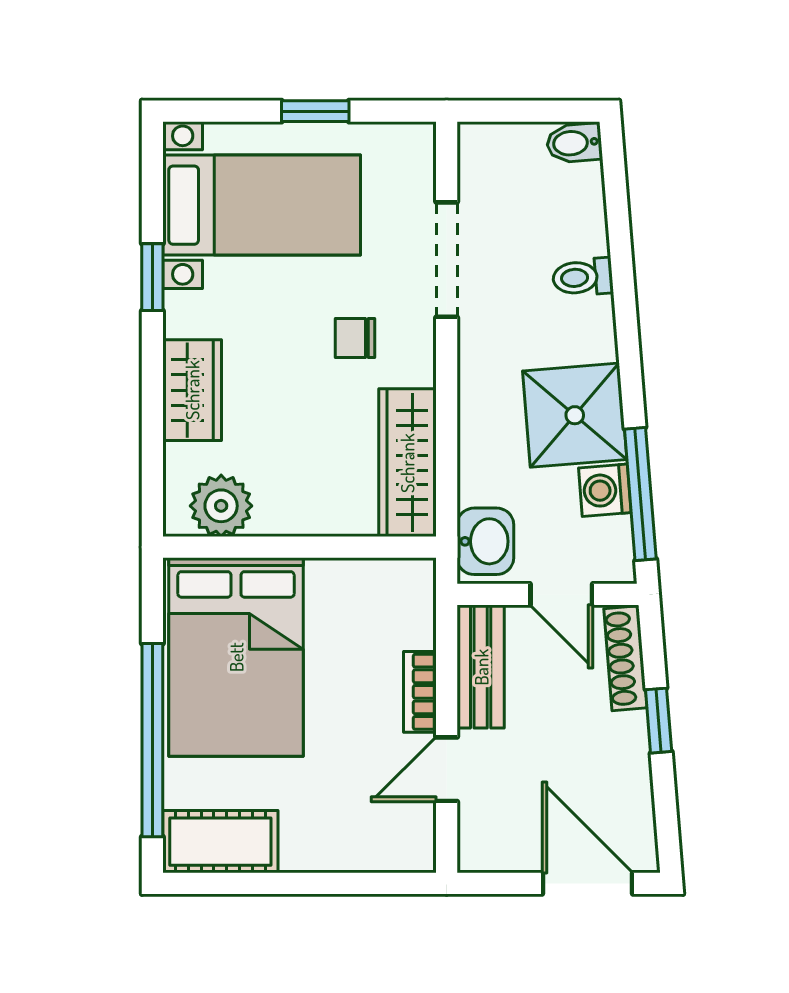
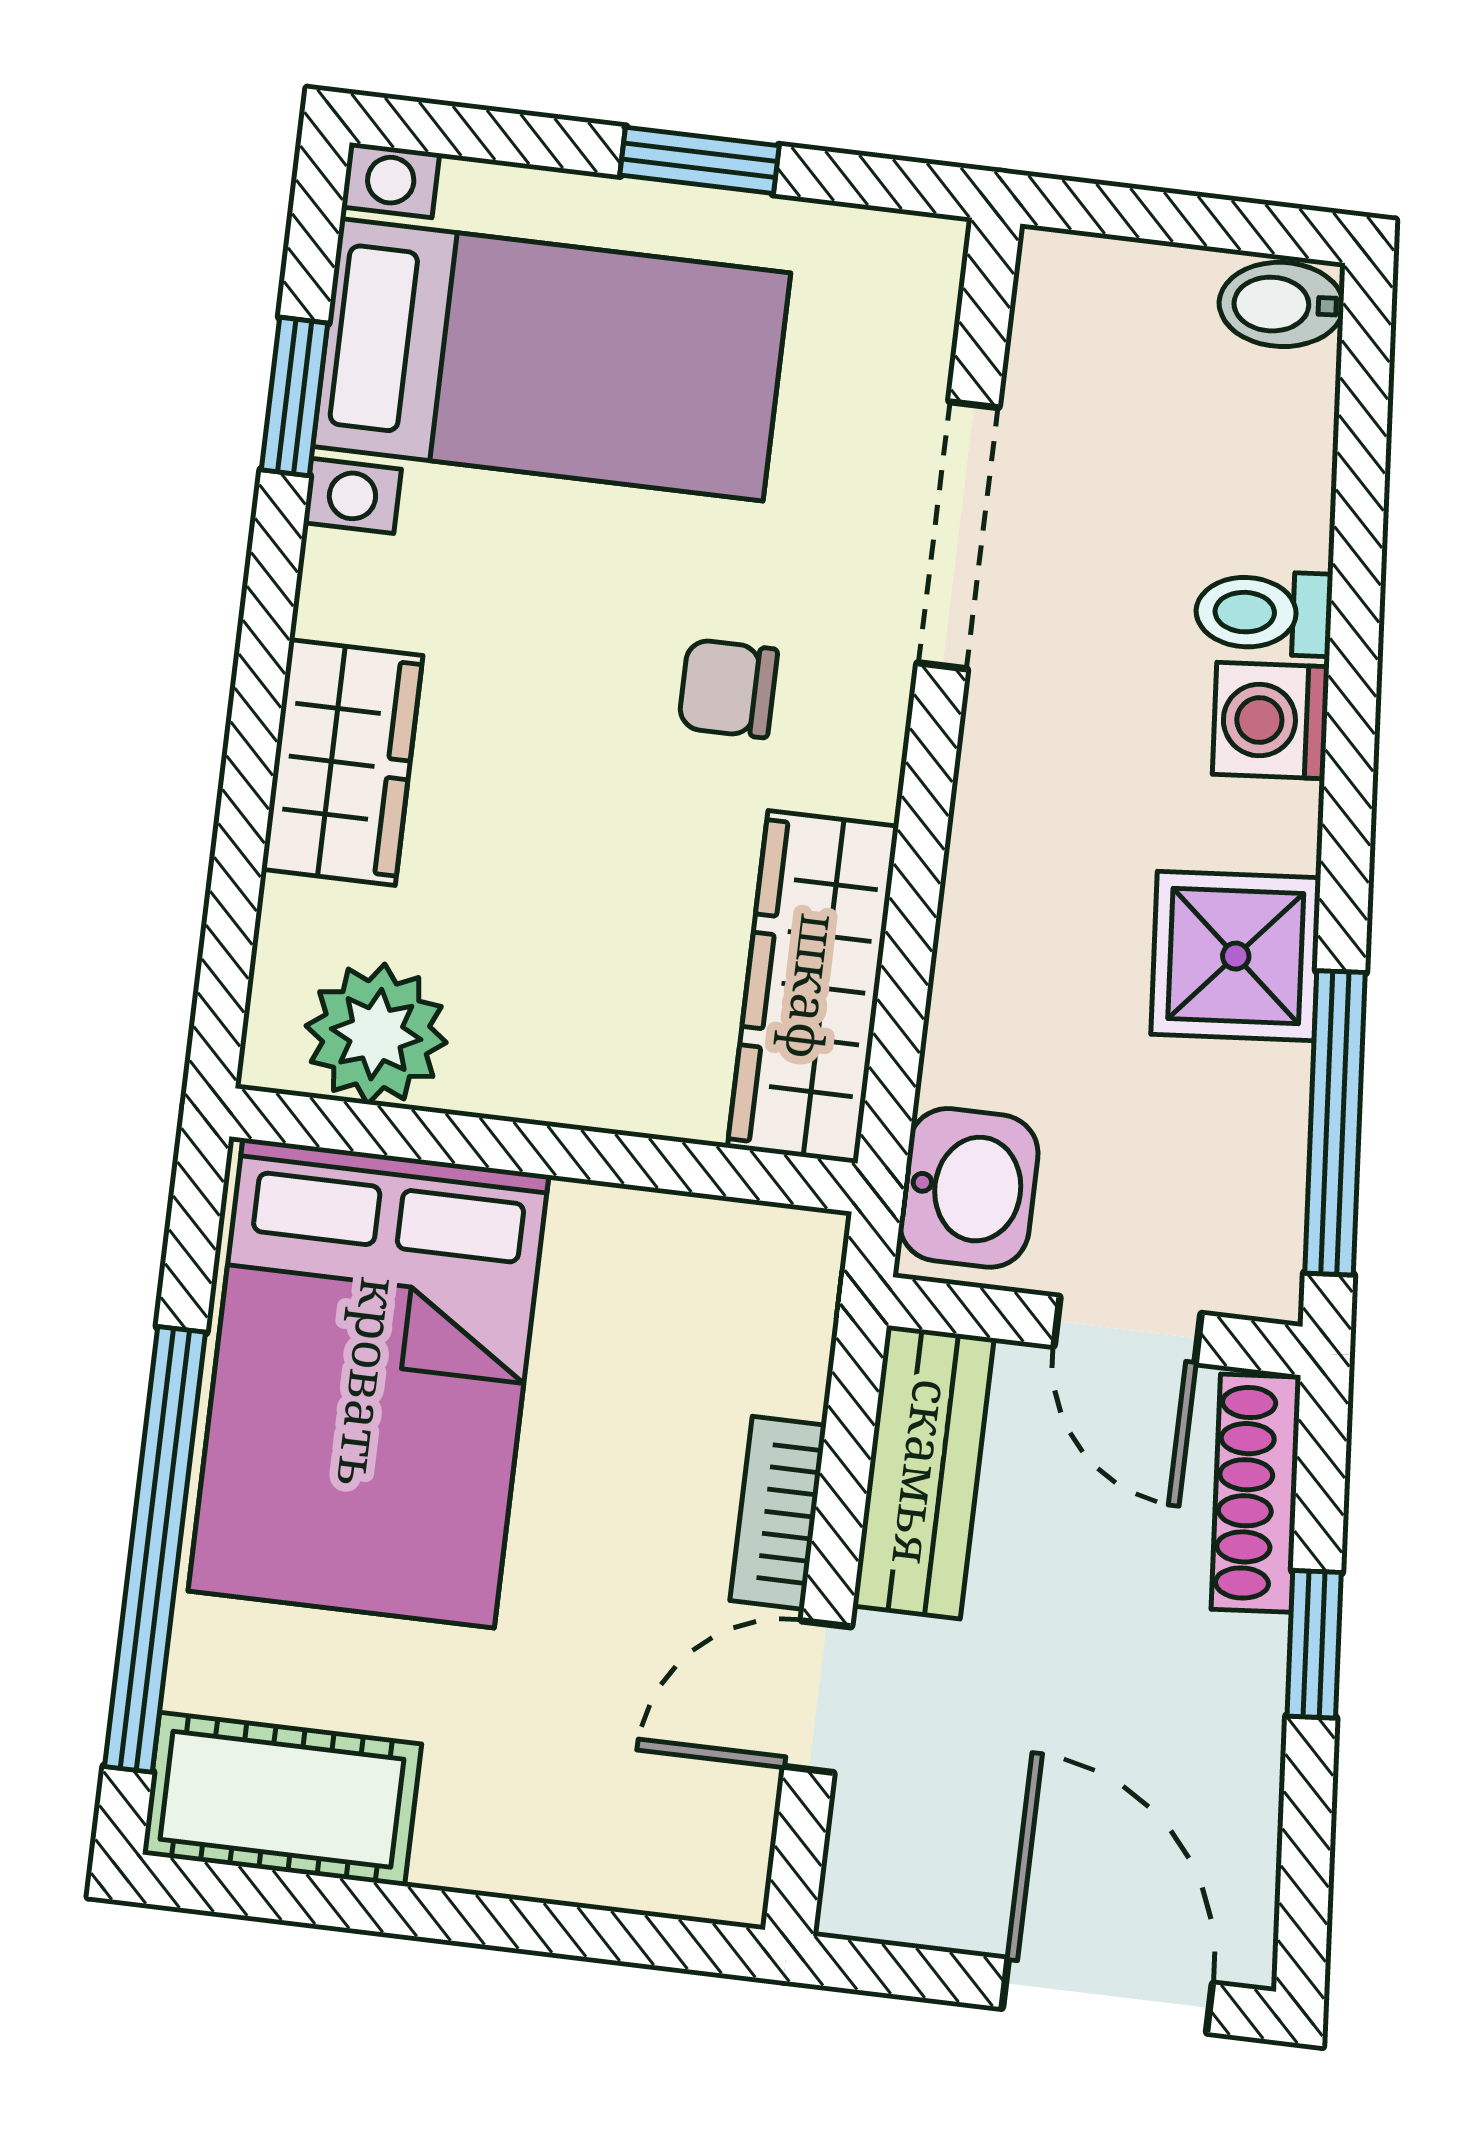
window: (152, 277) -> (295, 396), moved
shower: (575, 415) -> (1236, 956), width x0.73, depth x0.73
washing machine: (605, 490) -> (1271, 720), moved

